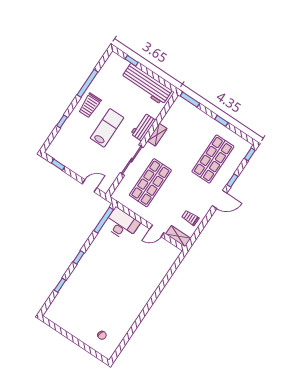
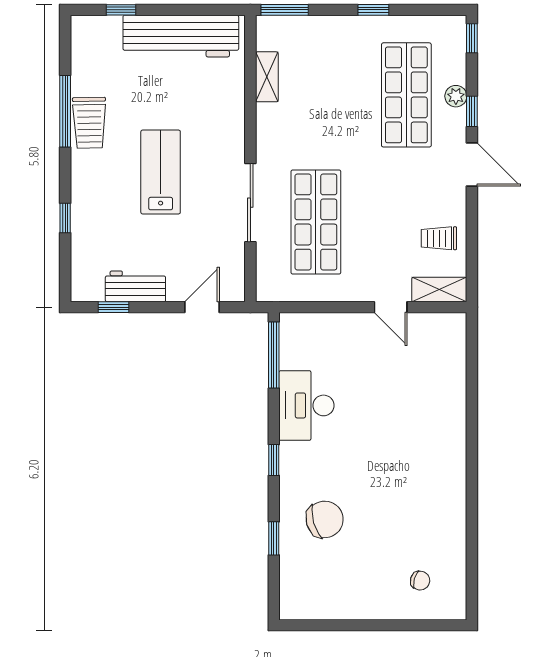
trolley: (90, 105) -> (89, 123), moved
workbench: (143, 127) -> (135, 286), moved, turned 90
shelving: (157, 135) -> (267, 77), moved
plant: (230, 171) -> (456, 96), added
door: (220, 199) -> (472, 164), hinge flipped
desk: (122, 224) -> (306, 405), moved, turned -90
door: (157, 231) -> (391, 307), hinge flipped
chair: (83, 291) -> (325, 519), added

